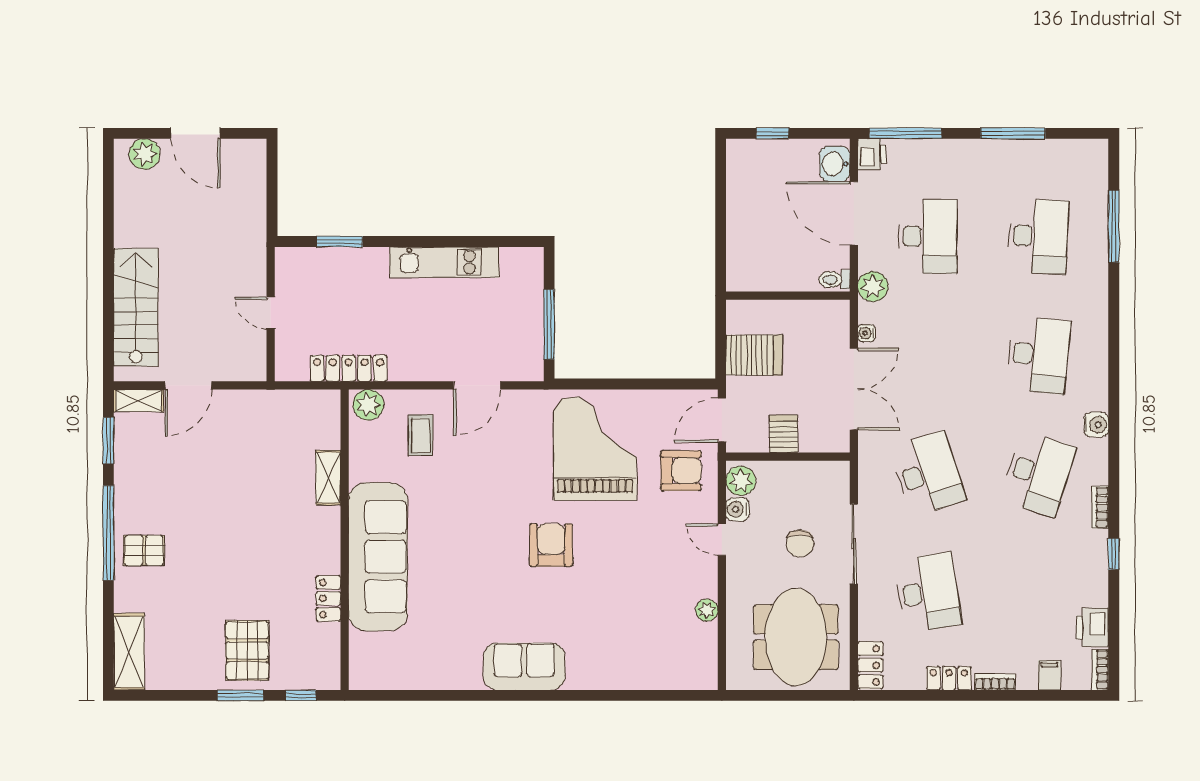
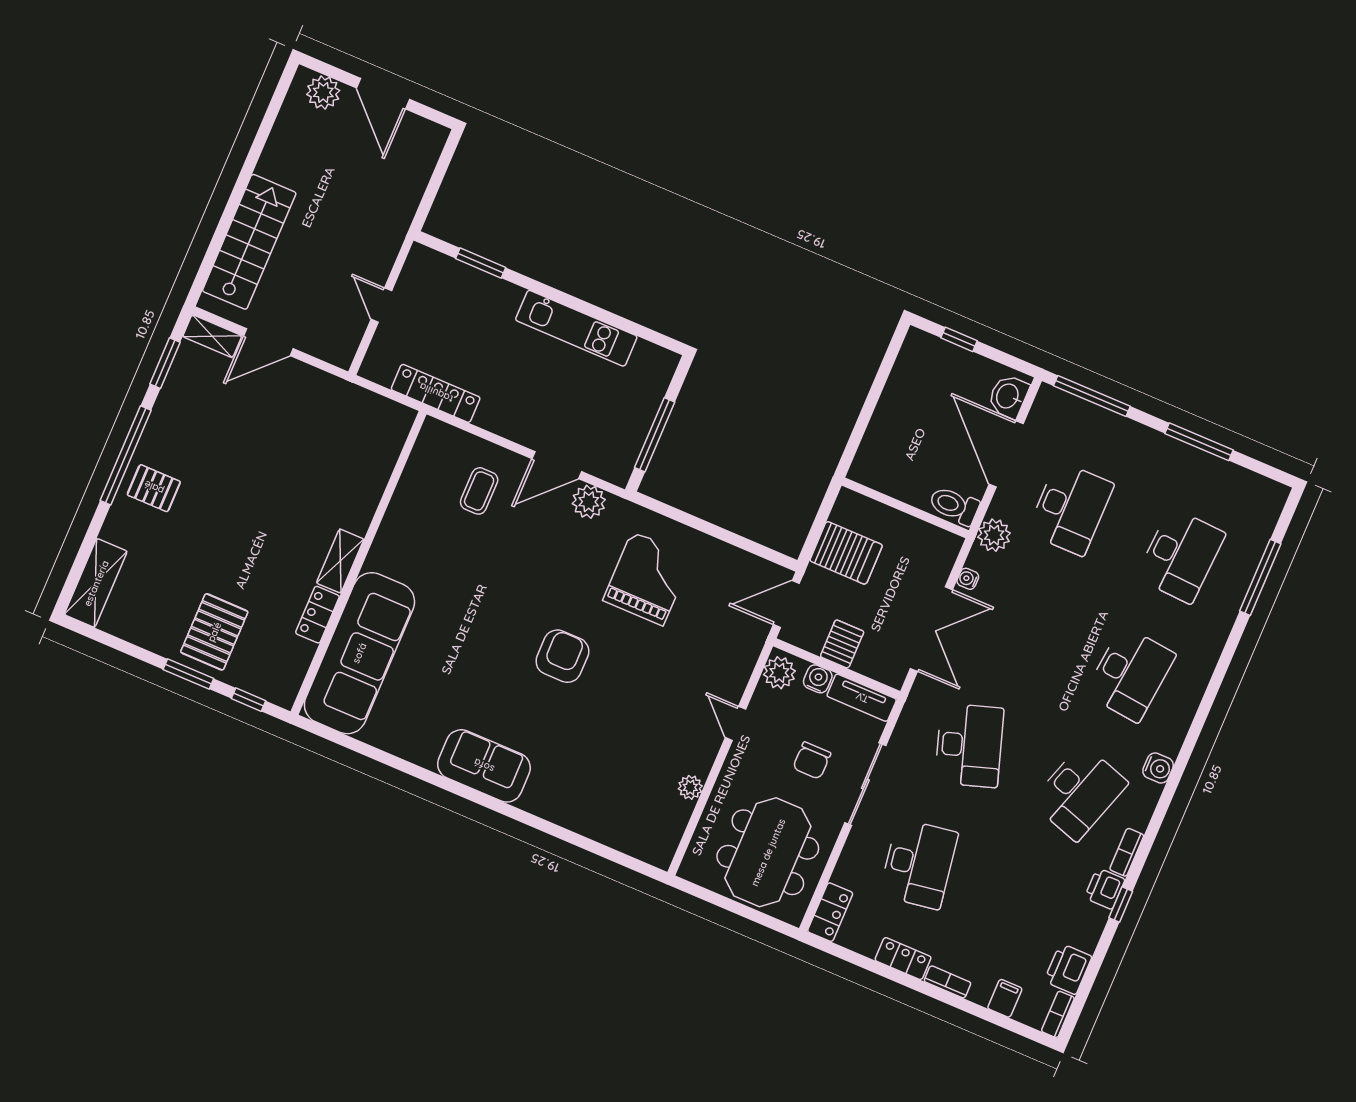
printer: (872, 154) -> (1105, 889), moved, turned 180
toilet: (834, 279) -> (954, 506), width x1.37, depth x1.39
plant: (368, 405) -> (589, 502), moved
grand piano: (595, 449) -> (648, 579), width x0.73, depth x0.68
armchair: (681, 471) -> (724, 637), removed
tv unit: (820, 472) -> (862, 698), added
shelving: (328, 478) -> (340, 561), moved
water cooler: (737, 509) -> (818, 679), moved, turned 90
sofa: (378, 557) -> (359, 653), moved

